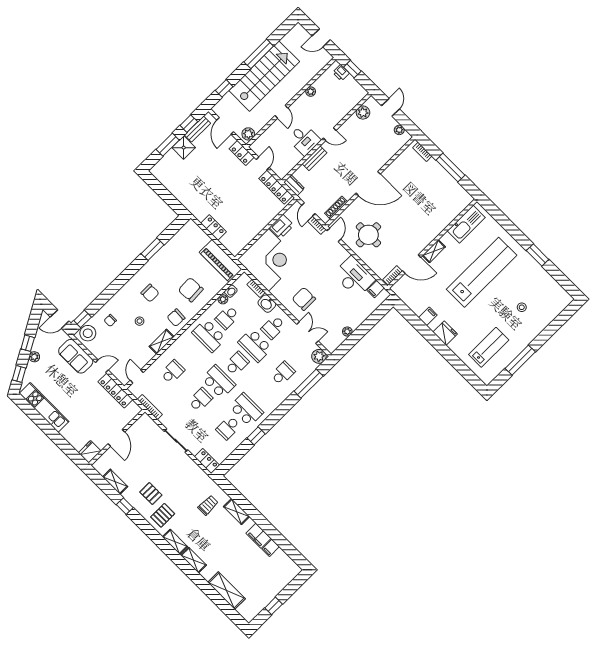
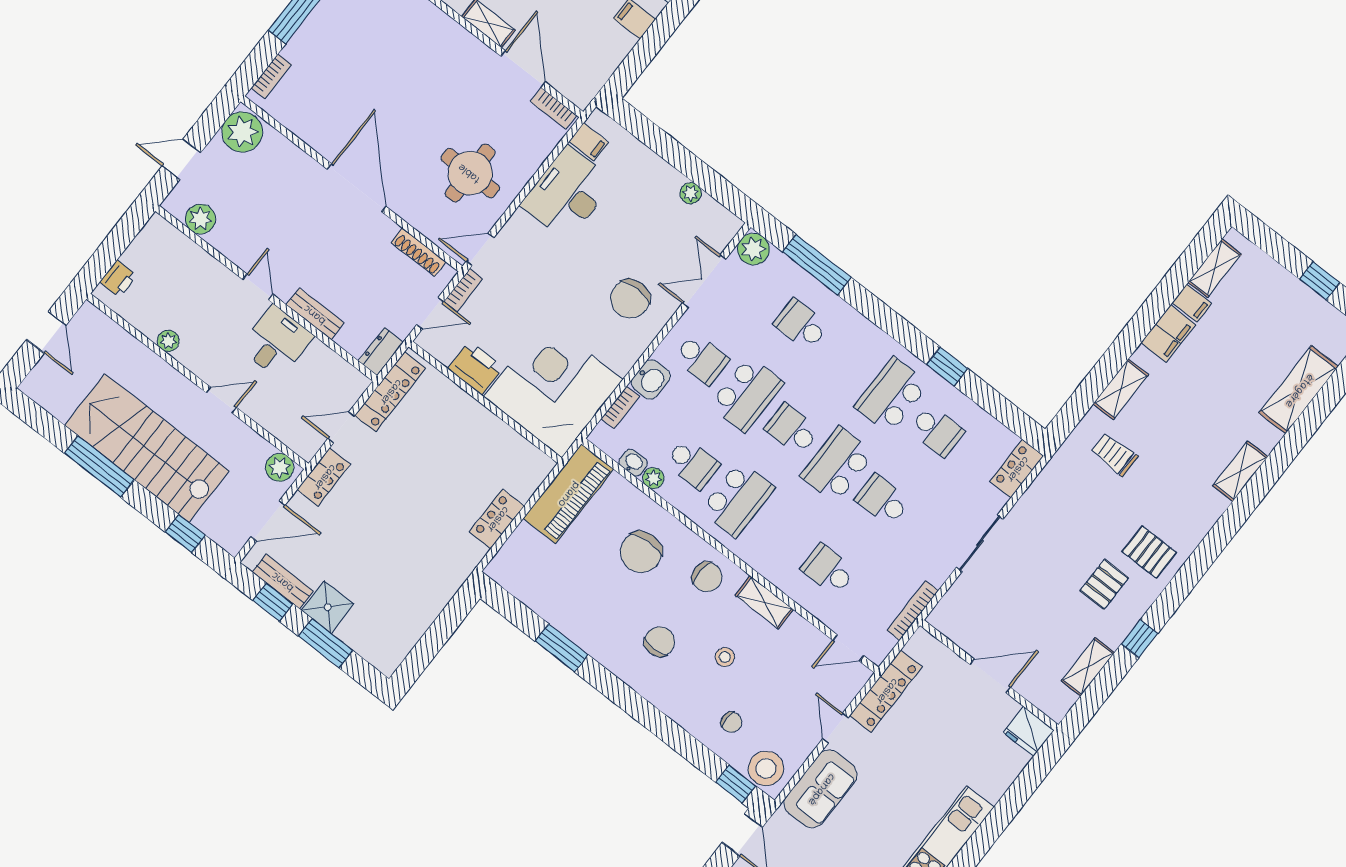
window: (352, 69) -> (107, 255), removed
plant: (399, 130) -> (242, 132), width x1.87, depth x1.87
shelving: (175, 542) -> (1215, 268), moved

